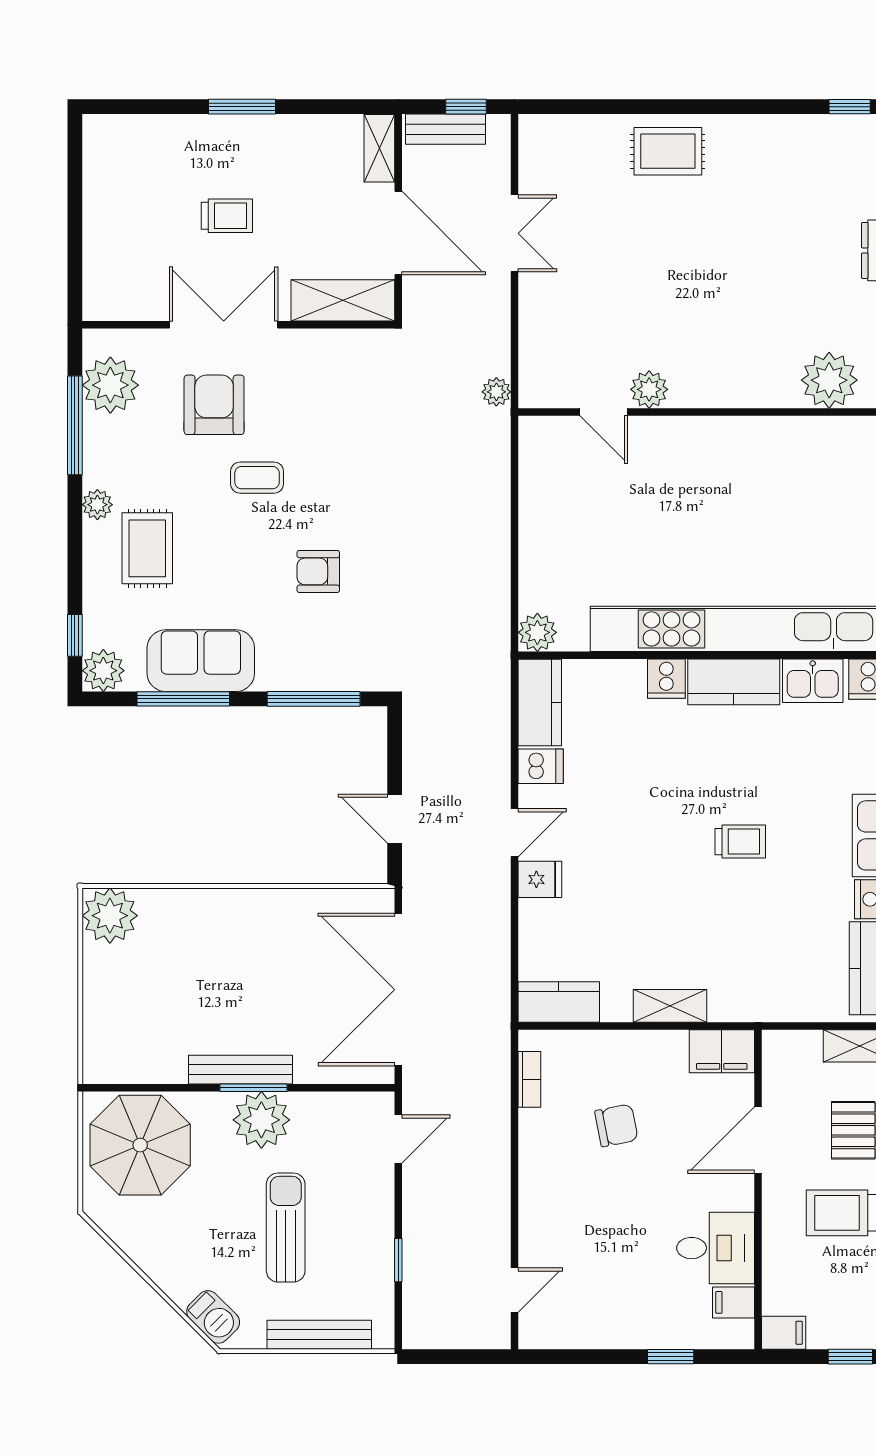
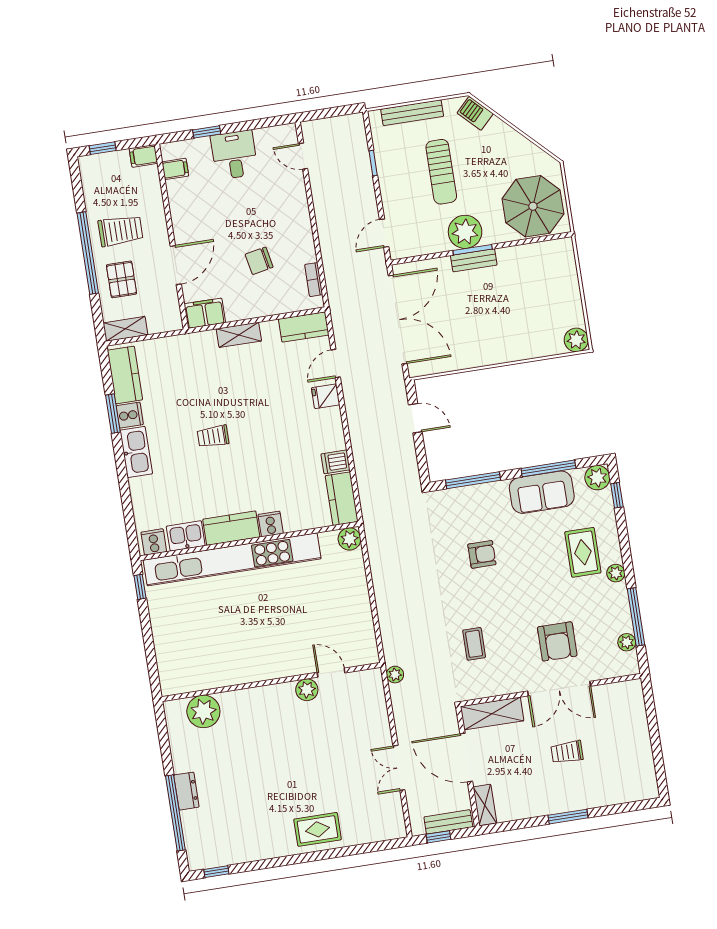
plant: (110, 385) -> (627, 642), width x0.53, depth x0.53
coffee table: (257, 478) -> (474, 644), moved, turned 90
door: (514, 833) -> (336, 363), moved
plant: (110, 916) -> (576, 340), width x0.73, depth x0.73
bench: (240, 1070) -> (474, 260), width x0.73
desk: (716, 1248) -> (234, 155), moved, turned 90
door: (514, 1290) -> (303, 156), hinge flipped

